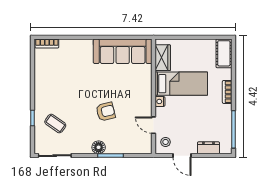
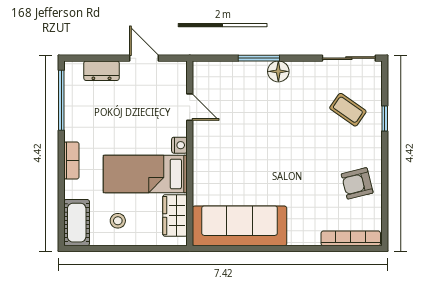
bookcase: (47, 44) -> (351, 238), width x1.56
armchair: (106, 112) -> (357, 183), moved
stool: (166, 142) -> (118, 221), moved

